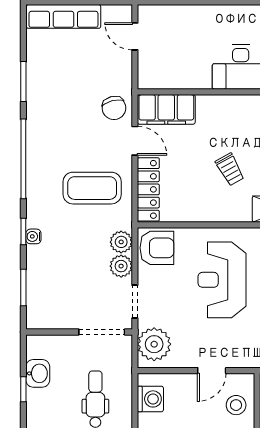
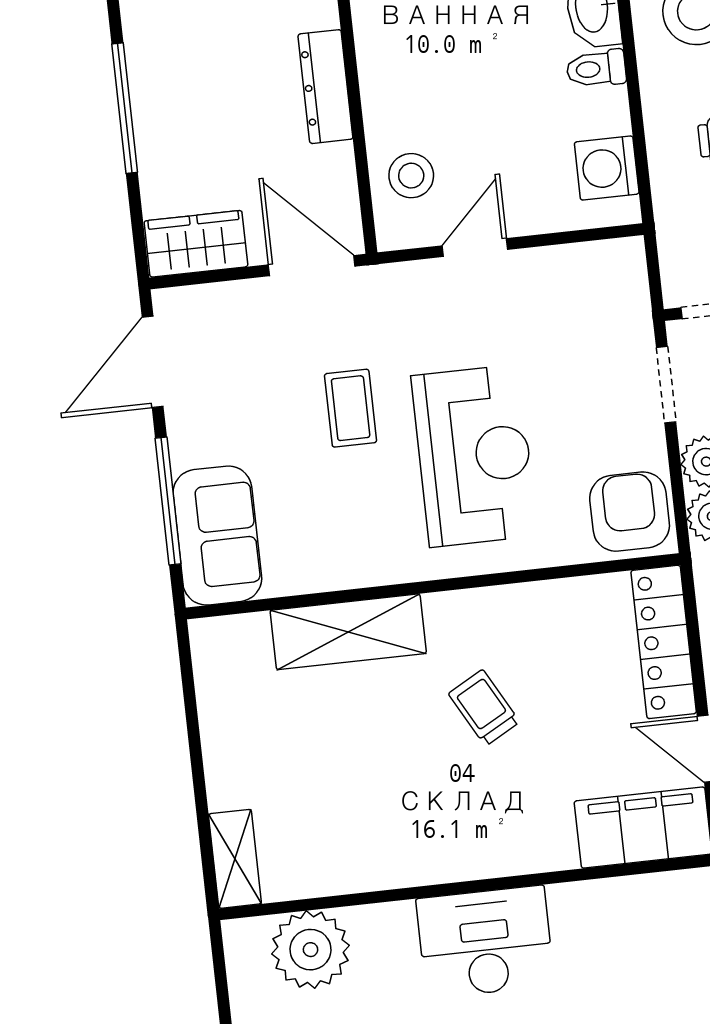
armchair: (157, 248) -> (630, 512), turned 90
plant: (154, 344) -> (612, 293), removed

